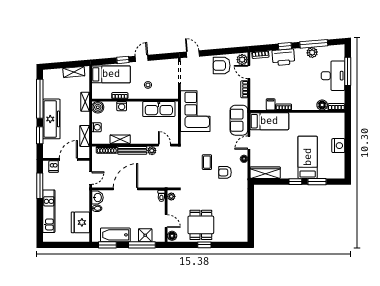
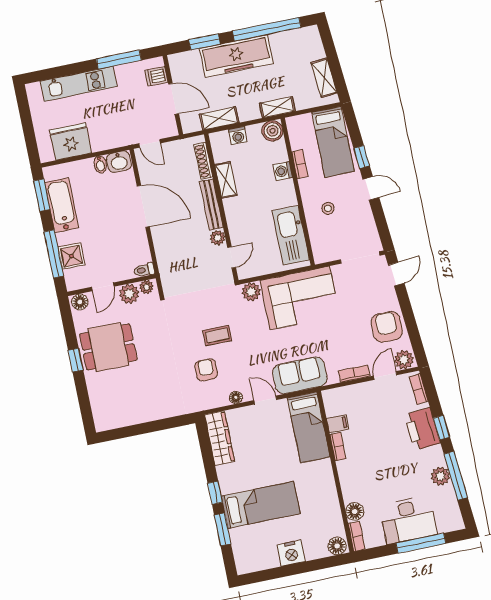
floor lamp: (340, 119) -> (337, 546), added
plant: (186, 138) -> (251, 292), added
plant: (173, 207) -> (129, 294), added

